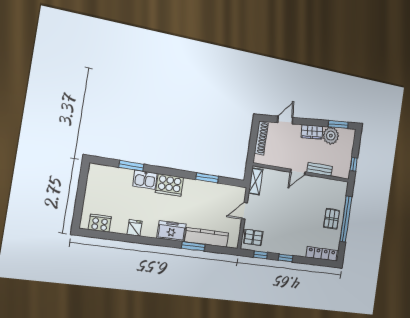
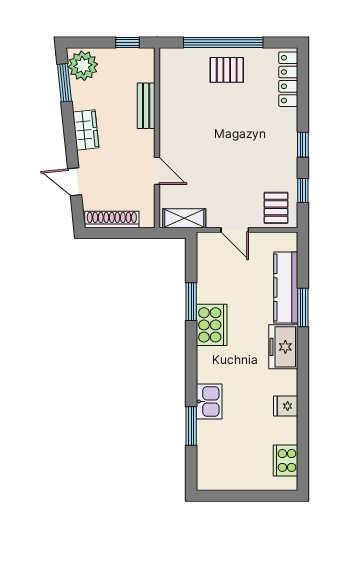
plant: (331, 136) -> (83, 66), moved
door: (298, 172) -> (157, 171), moved
cooker: (170, 185) -> (212, 325), moved

